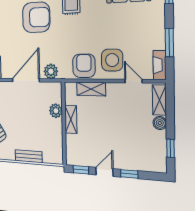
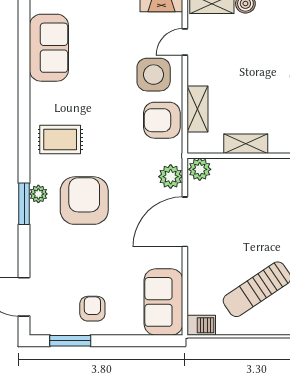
door: (26, 80) -> (185, 222), hinge flipped
plant: (56, 111) -> (200, 169), moved

